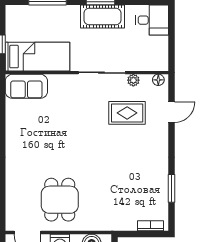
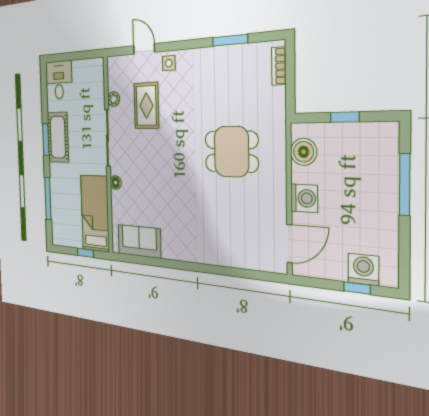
floor lamp: (158, 80) -> (116, 183), moved
sofa: (26, 86) -> (139, 241), moved, turned -90
side table: (159, 135) -> (169, 63), added
dining table: (60, 200) -> (231, 152), moved

